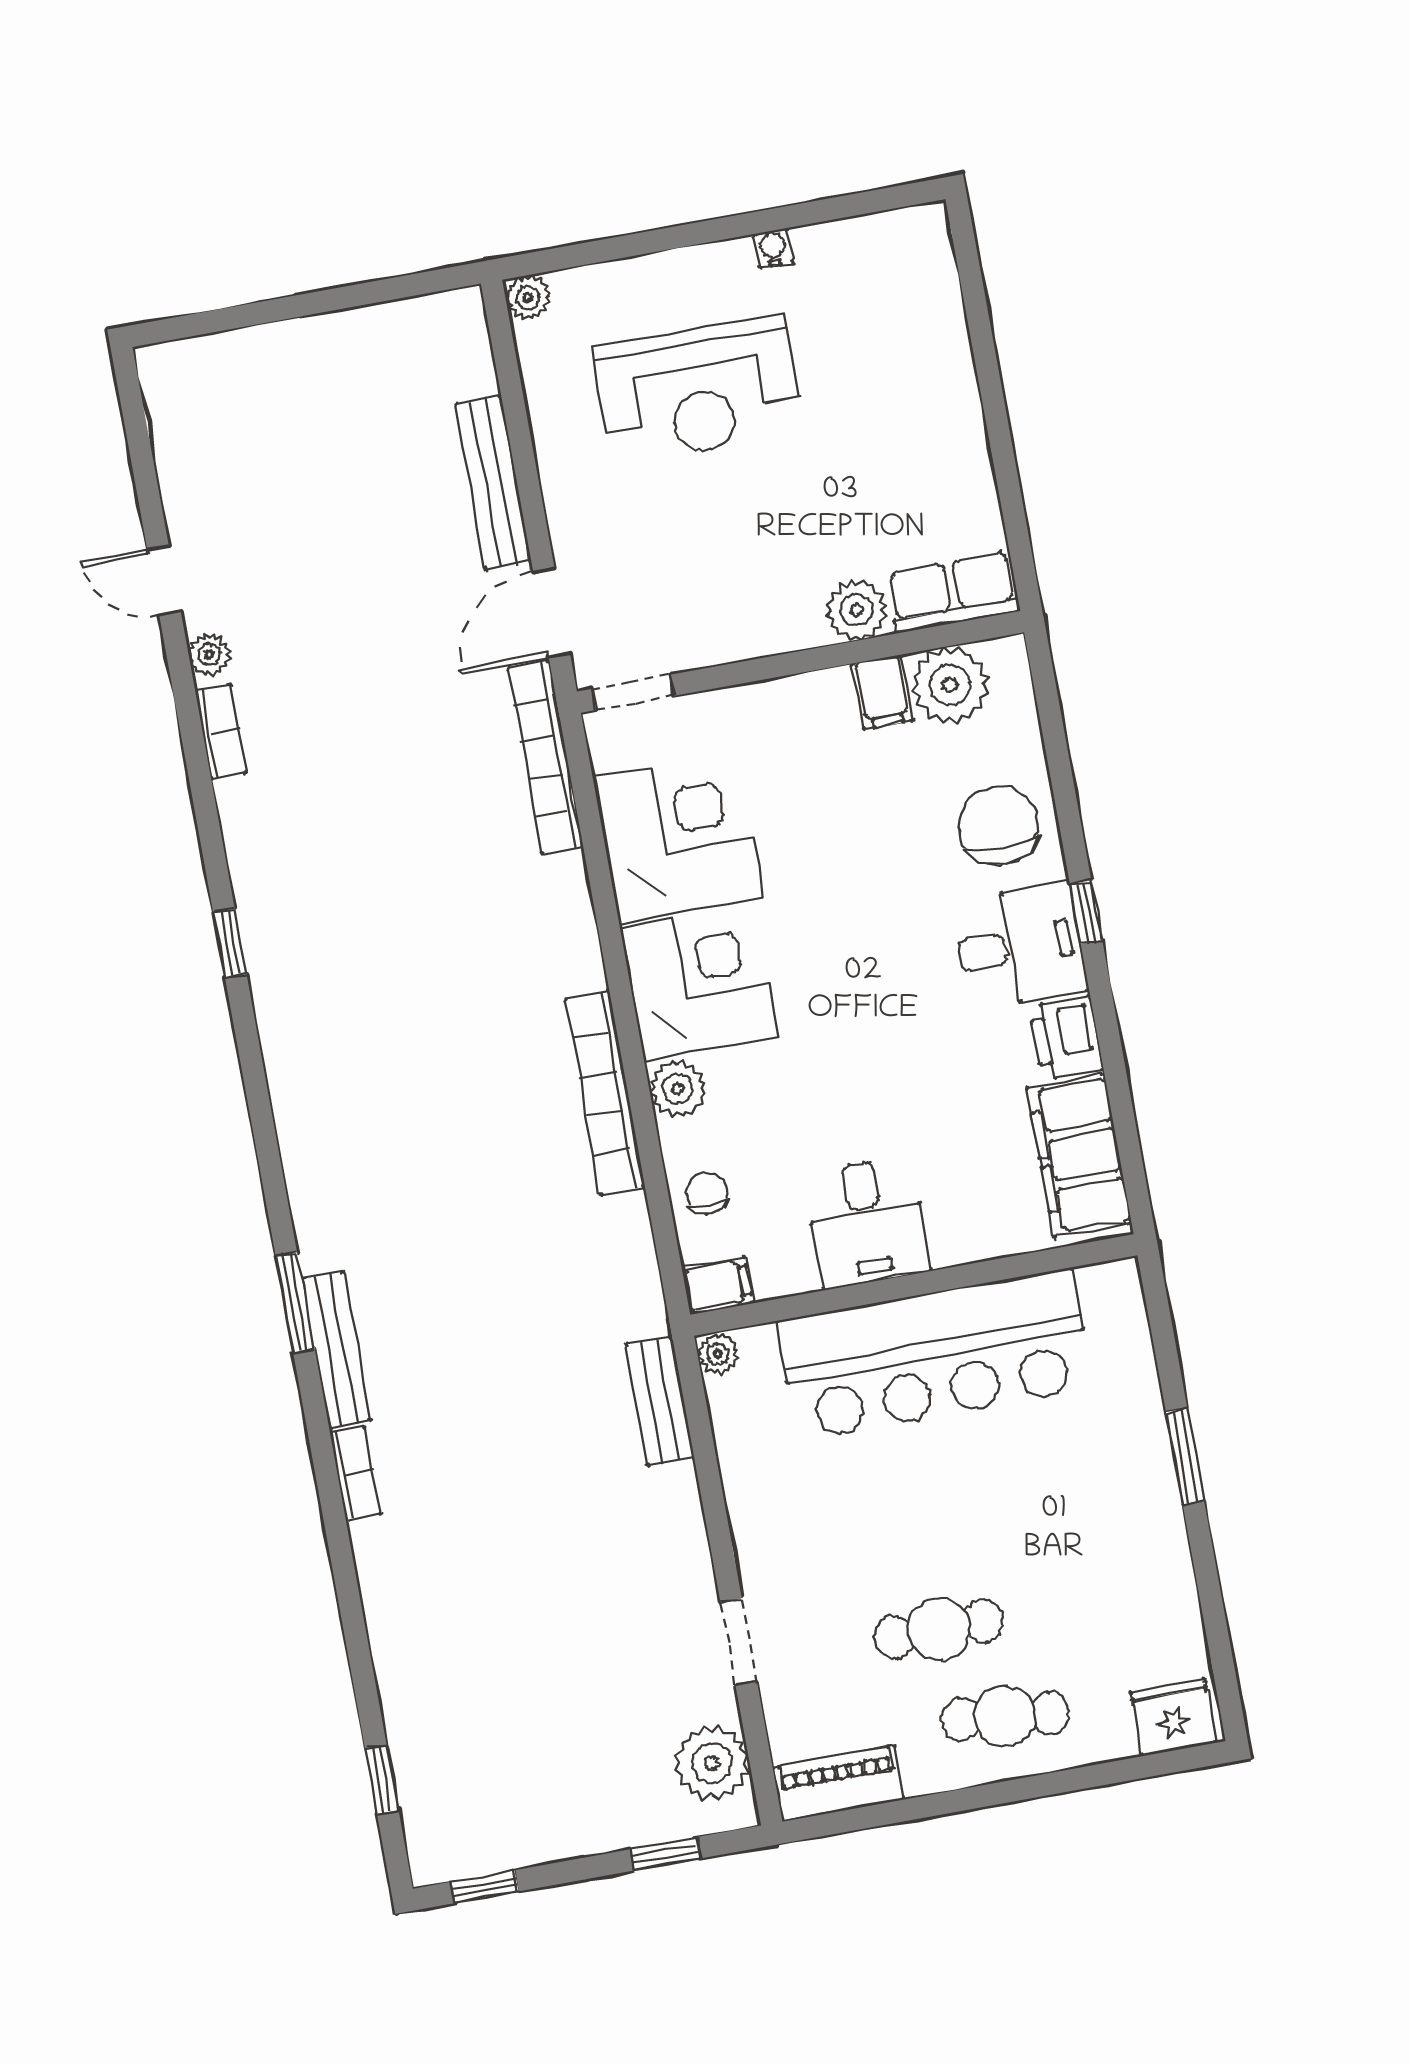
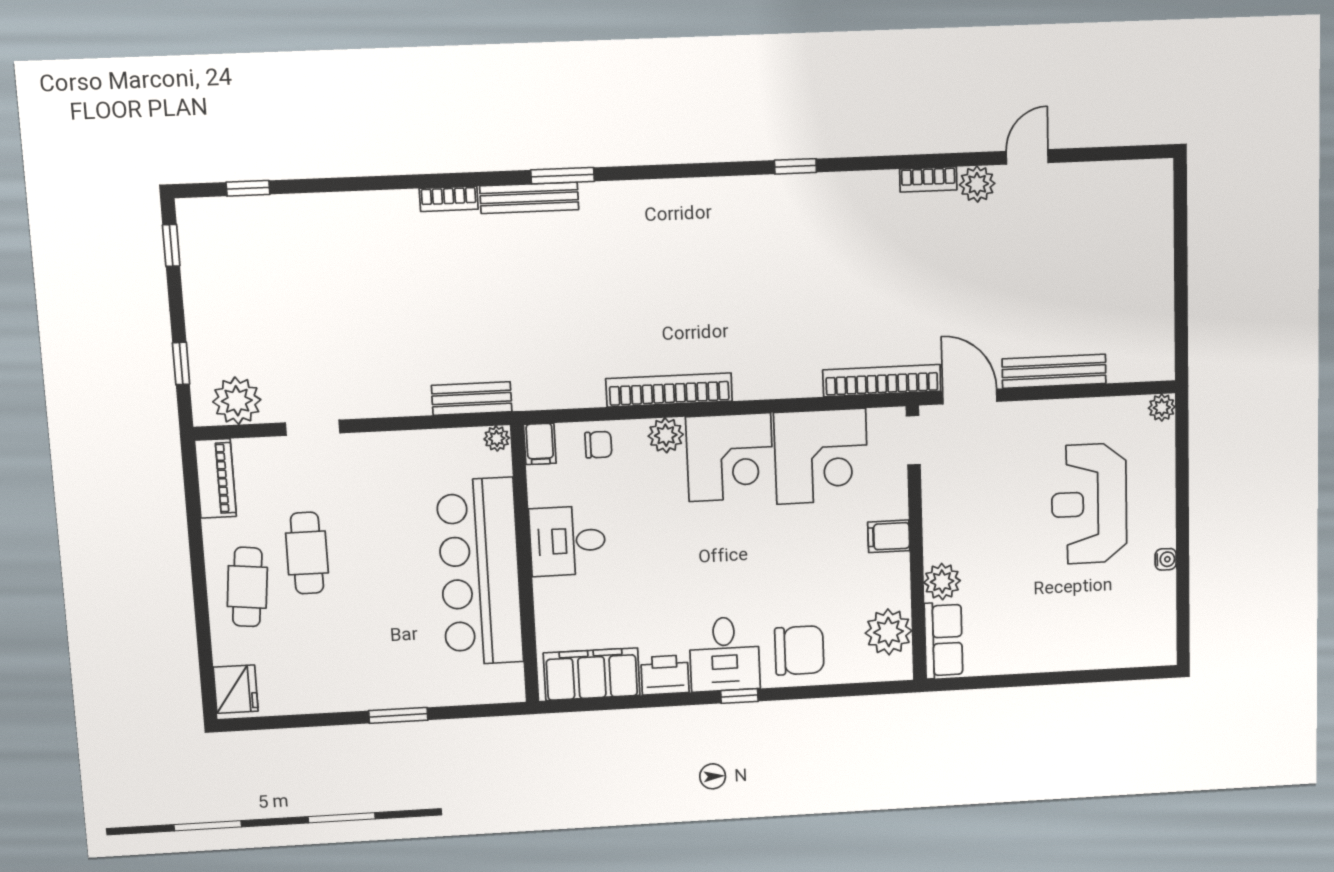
plant: (209, 655) -> (977, 184), width x1.38, depth x1.38
filing cabinet: (882, 692) -> (889, 536), moved

